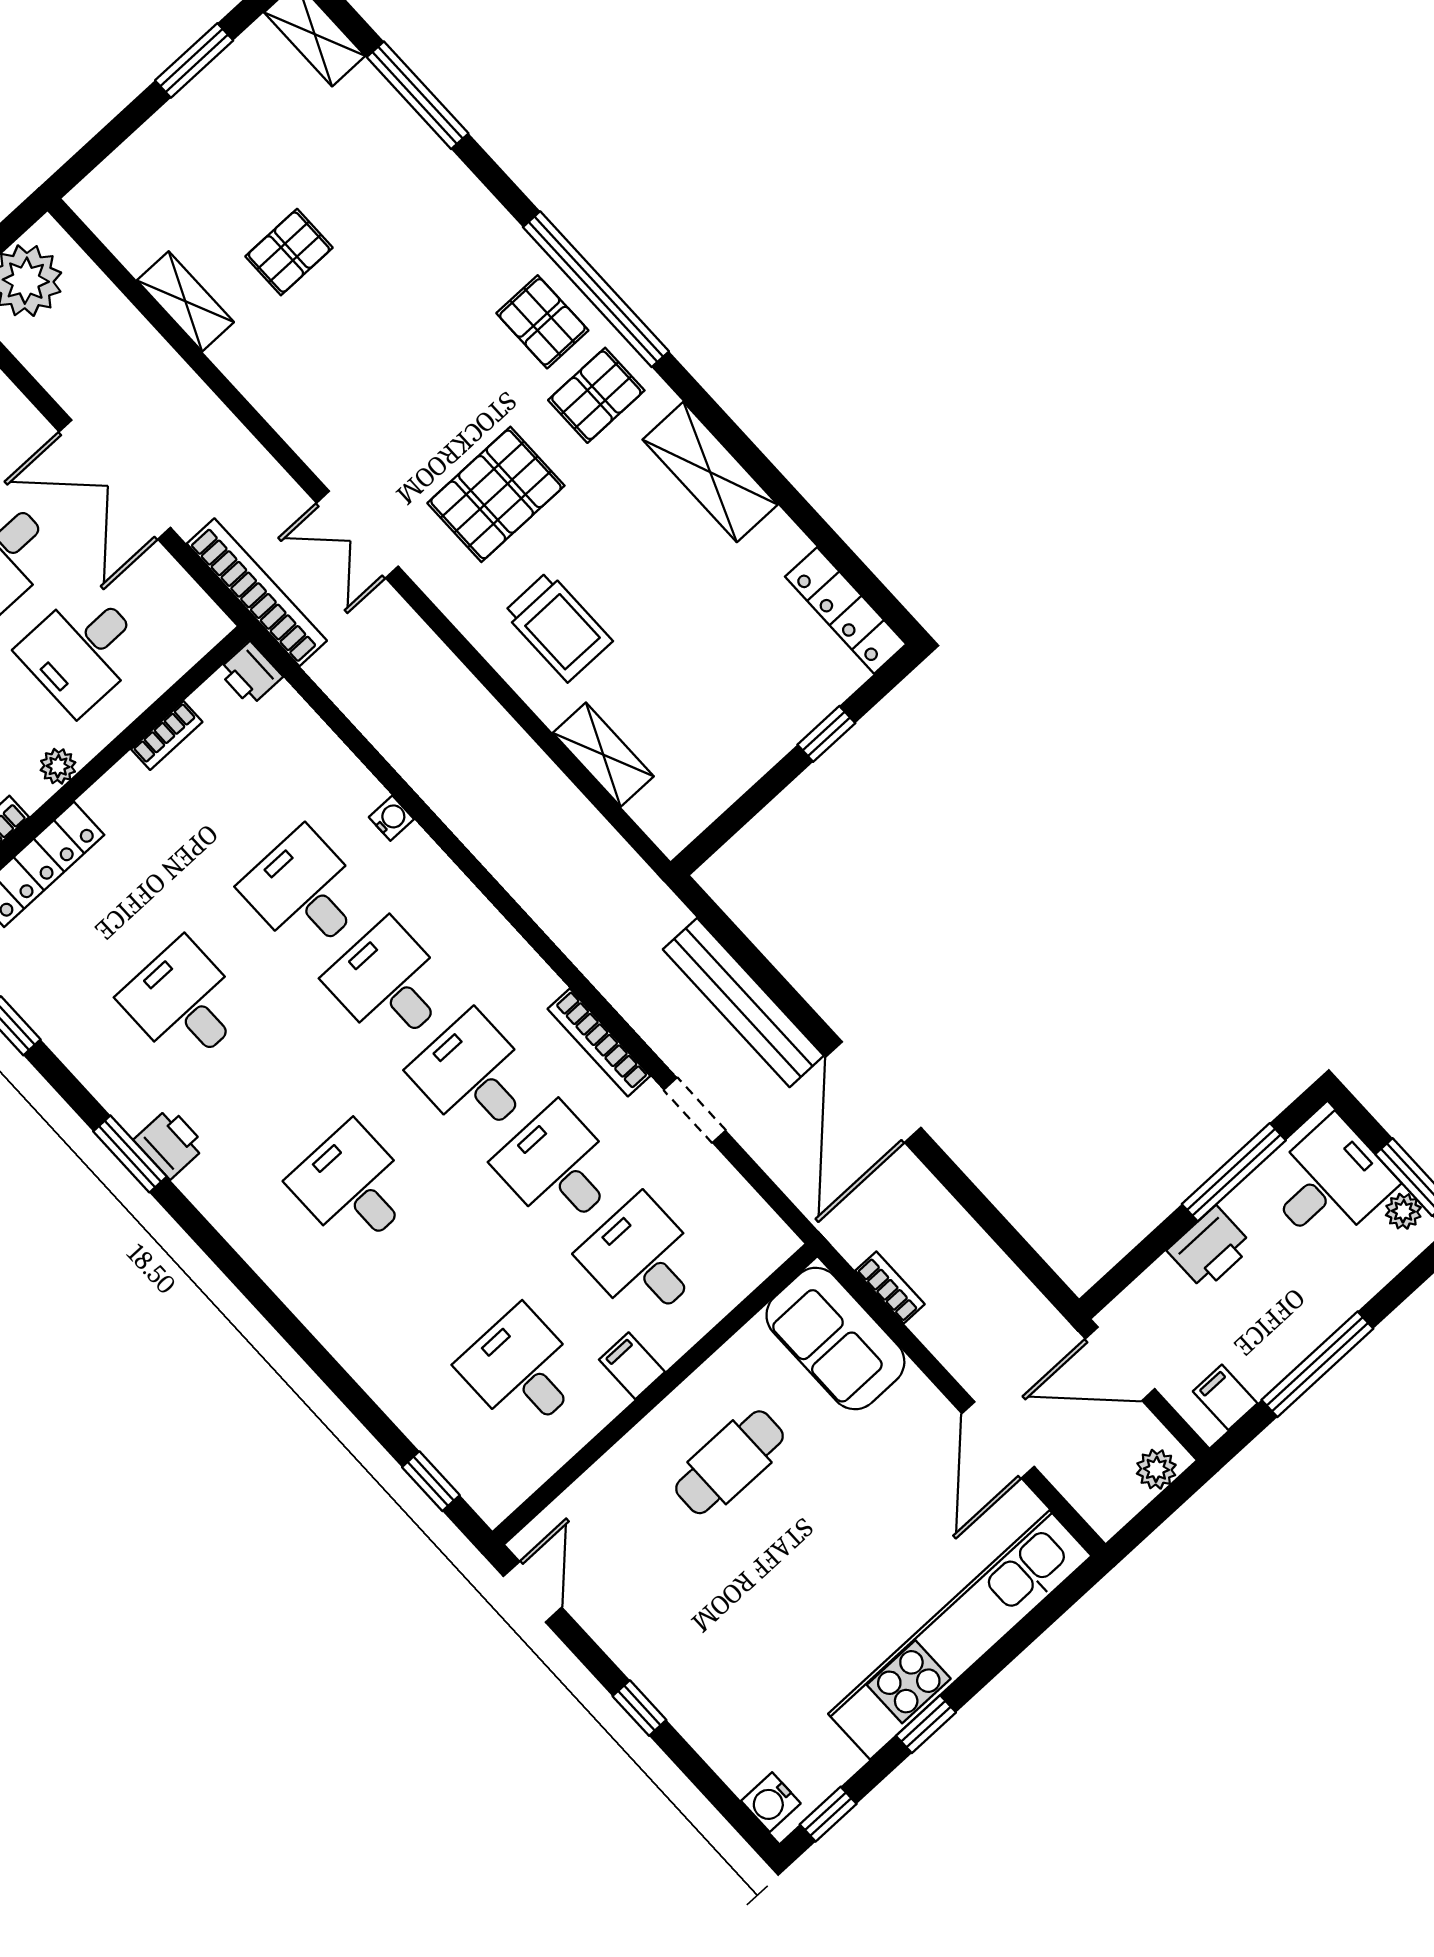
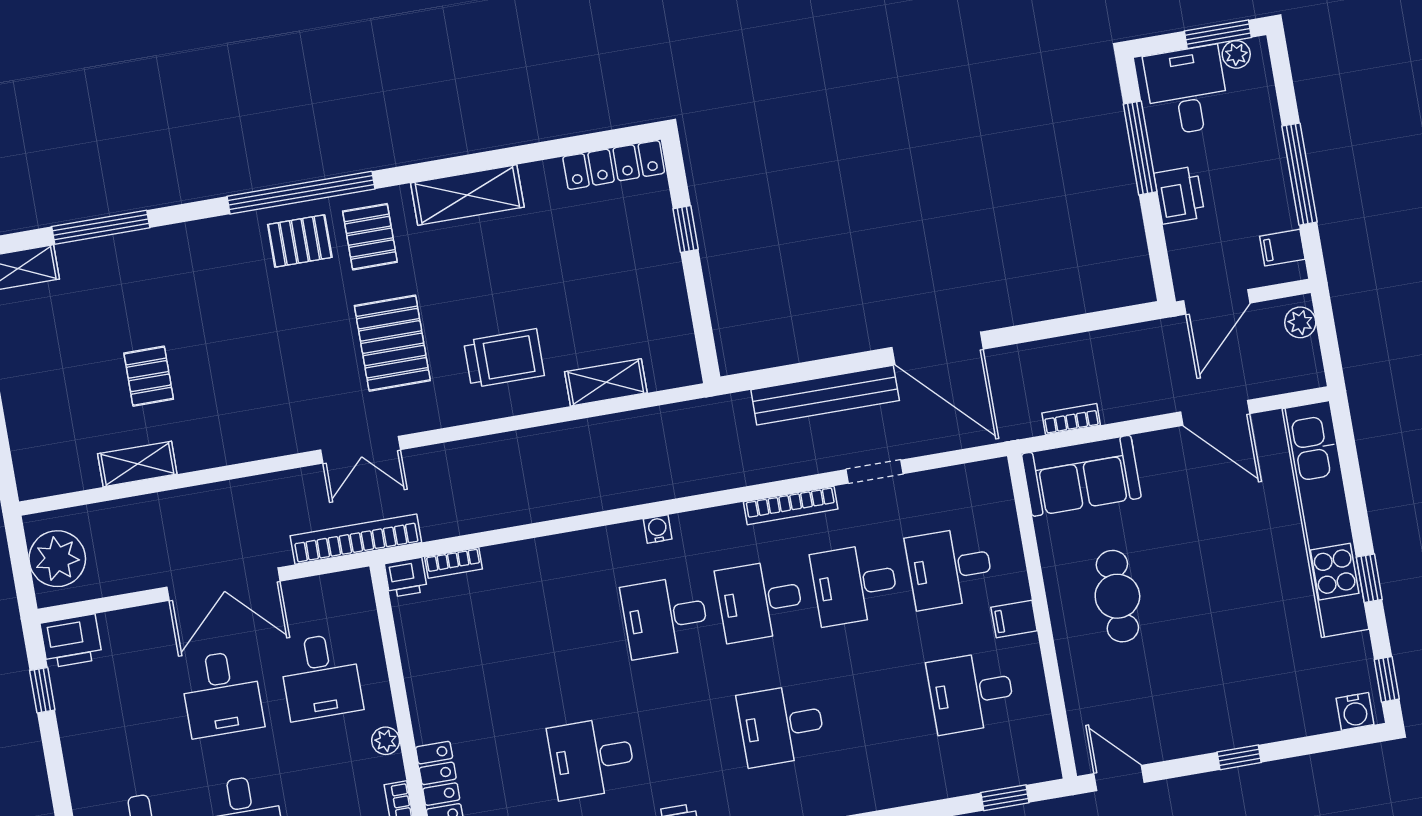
bookcase: (167, 736) -> (453, 563), moved, turned 90
water cooler: (391, 818) -> (658, 529), moved
desk: (305, 892) -> (570, 633), removed

